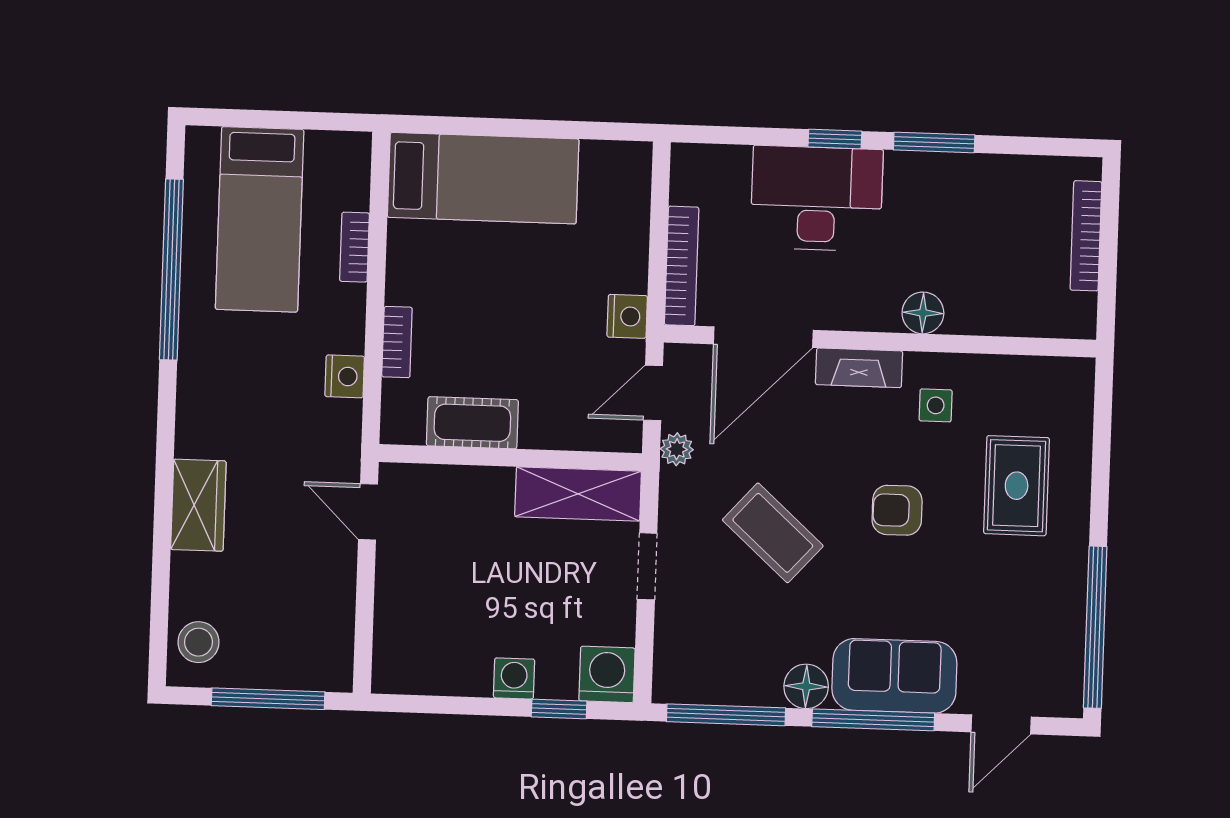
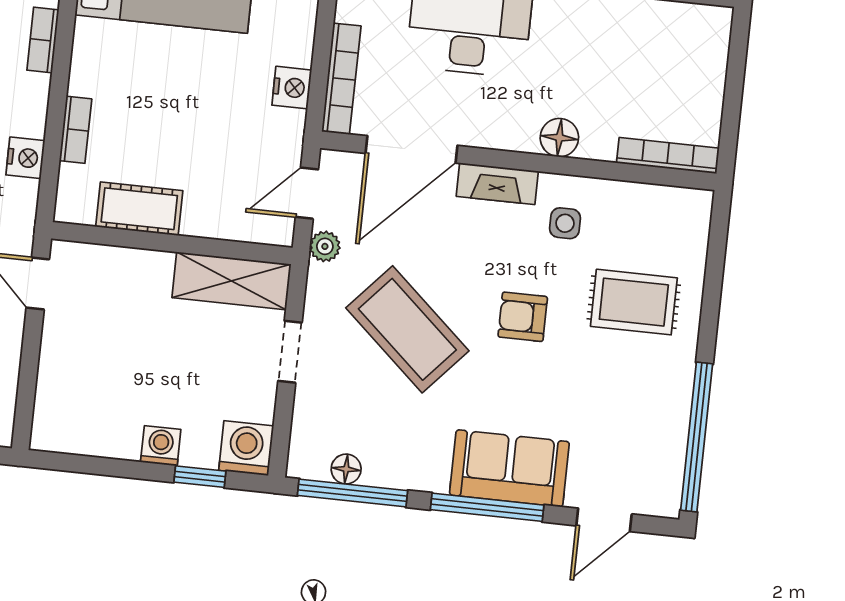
bookcase: (1086, 236) -> (668, 156), moved, turned 90
nightstand: (627, 316) -> (292, 88), moved
rug: (1017, 486) -> (634, 302), turned 90
coffee table: (773, 533) -> (407, 329), width x1.36, depth x1.32
floor lamp: (806, 686) -> (346, 469), moved, width x0.73, depth x0.73

